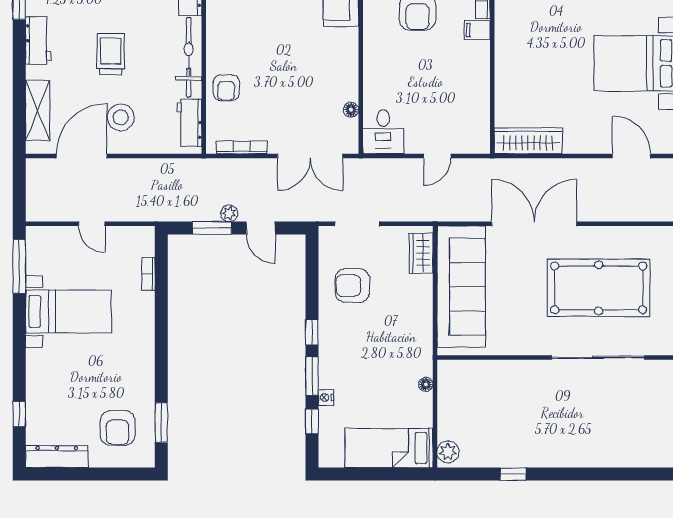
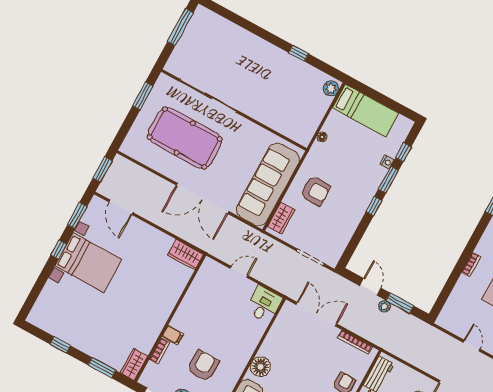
floor lamp: (351, 110) -> (260, 367), moved, width x1.89, depth x1.89
wardrobe: (528, 141) -> (186, 255), width x0.67
bookcase: (148, 274) -> (471, 264), moved
armchair: (352, 286) -> (315, 191), moved

